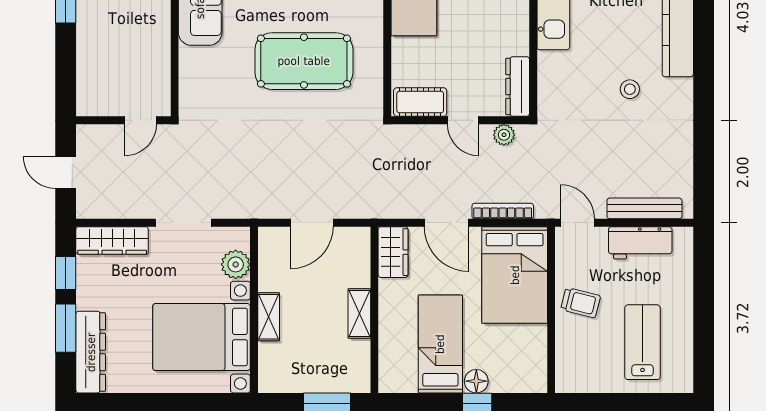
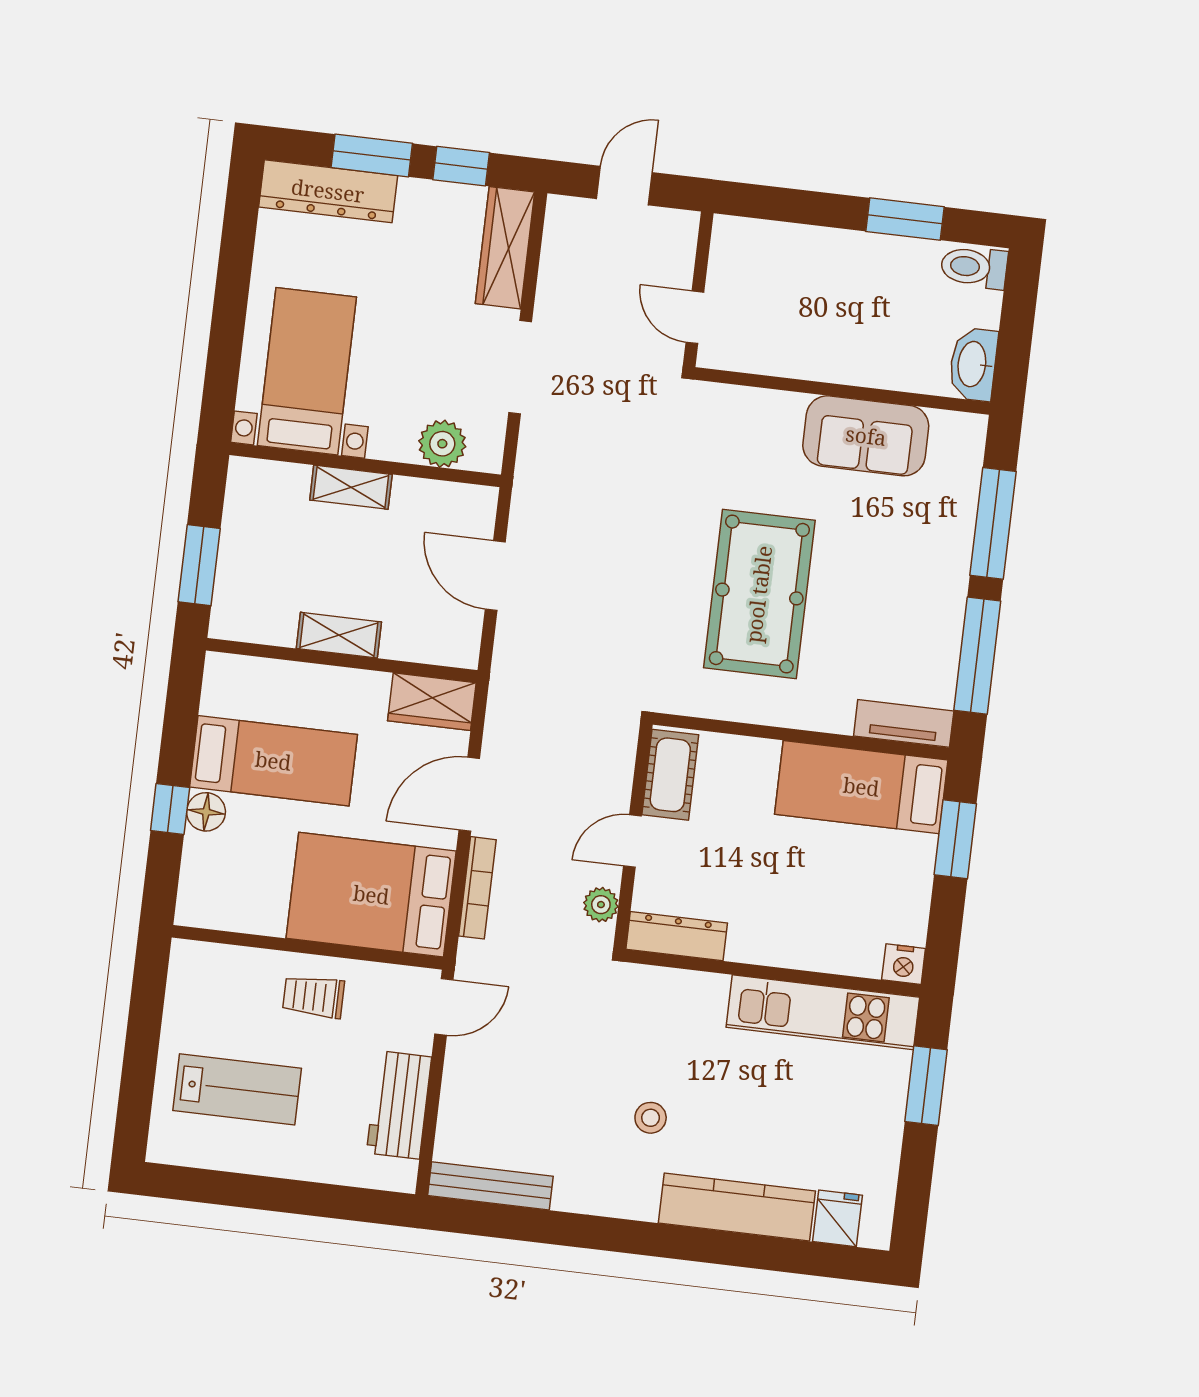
bench: (644, 208) -> (490, 1186), moved, turned 90
trolley: (581, 303) -> (313, 997), turned 76
bed with nightstands: (201, 337) -> (307, 371), width x0.73

